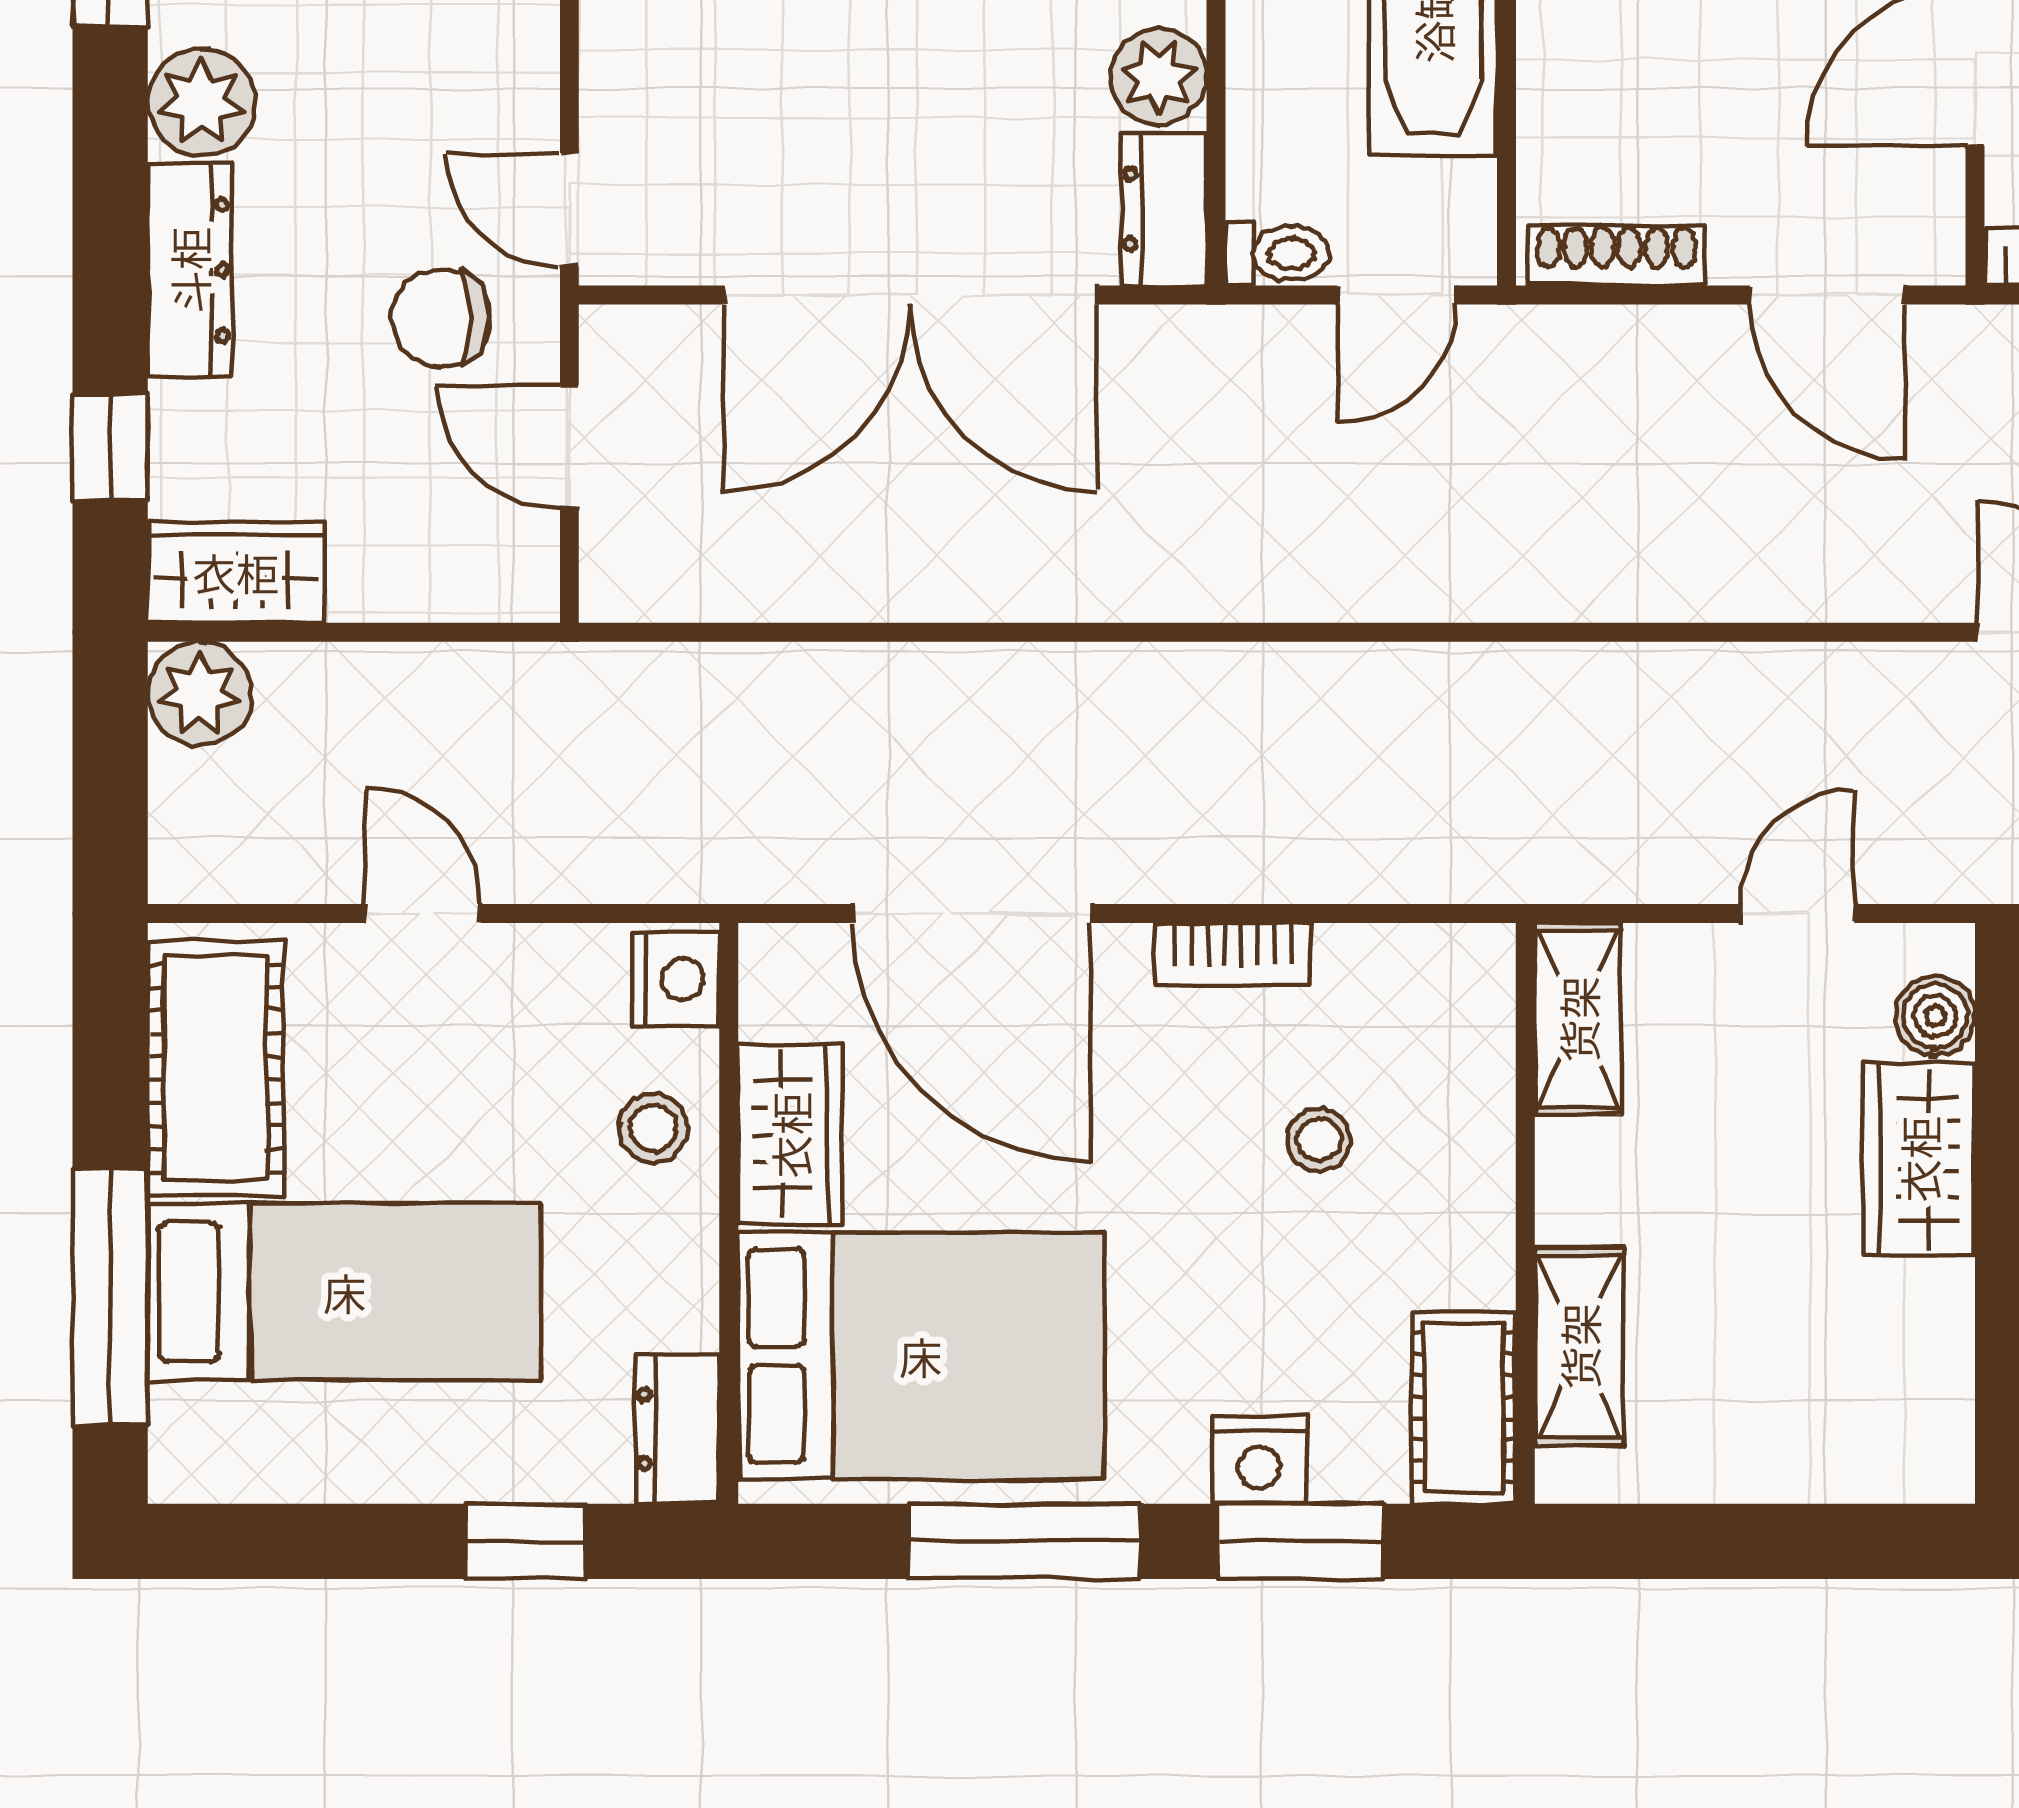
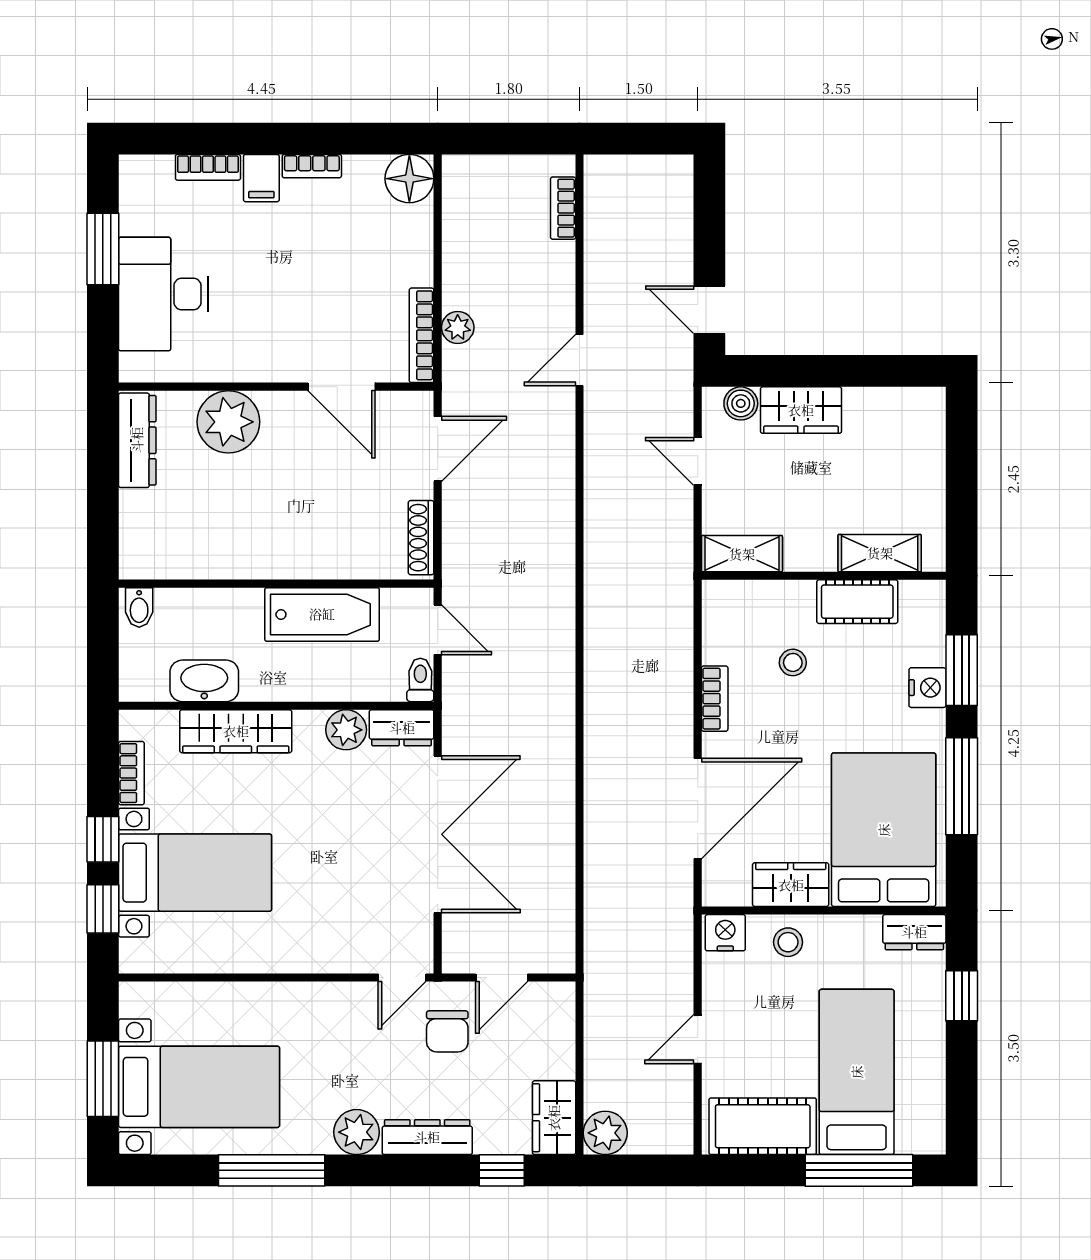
cot: (1464, 1408) -> (857, 602), moved

